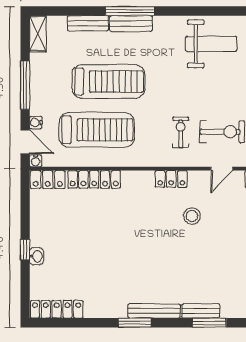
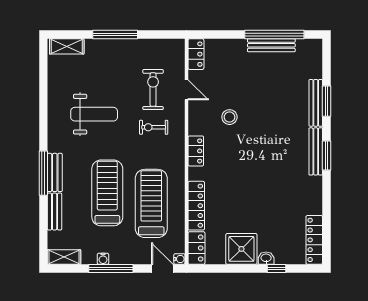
weight bench: (211, 44) -> (94, 114), moved, turned 90
water cooler: (36, 123) -> (103, 259), moved
door: (25, 142) -> (162, 269), hinge flipped
locker: (171, 179) -> (196, 151), moved
shower: (47, 229) -> (241, 249), added
window: (25, 250) -> (277, 269), moved
bench: (201, 311) -> (316, 103), width x1.36
window: (135, 323) -> (326, 155), moved

